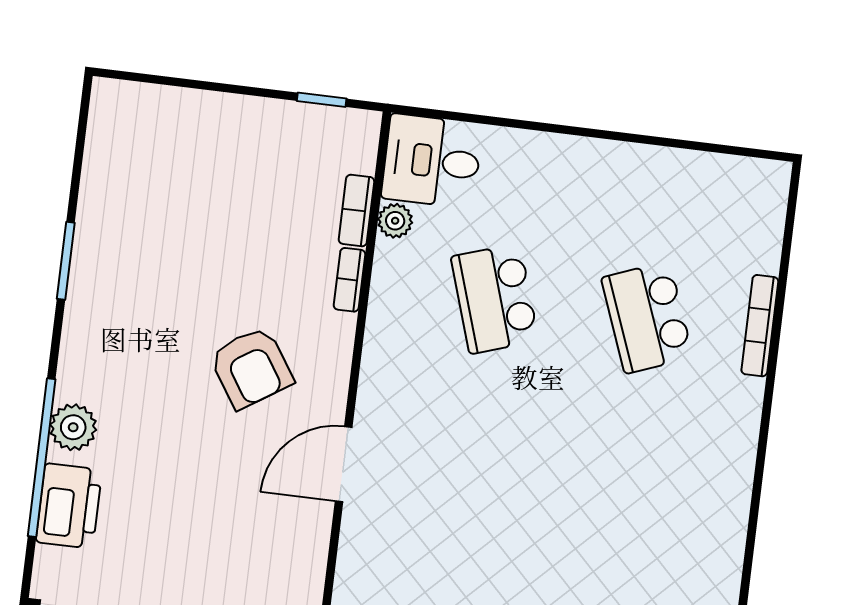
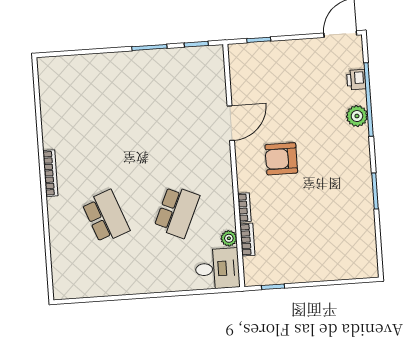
school desk: (495, 299) -> (177, 212), turned 42
bookcase: (760, 326) -> (50, 173), moved
armchair: (251, 368) -> (281, 159), turned -57
printer: (69, 506) -> (356, 80), width x0.53, depth x0.68

